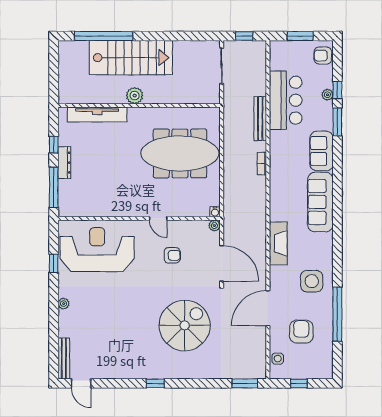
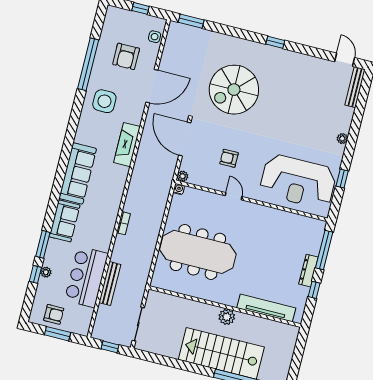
armchair: (323, 56) -> (54, 314), moved
bench: (260, 119) -> (110, 284), moved

